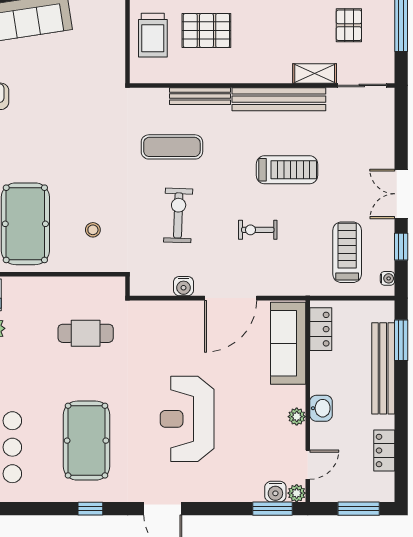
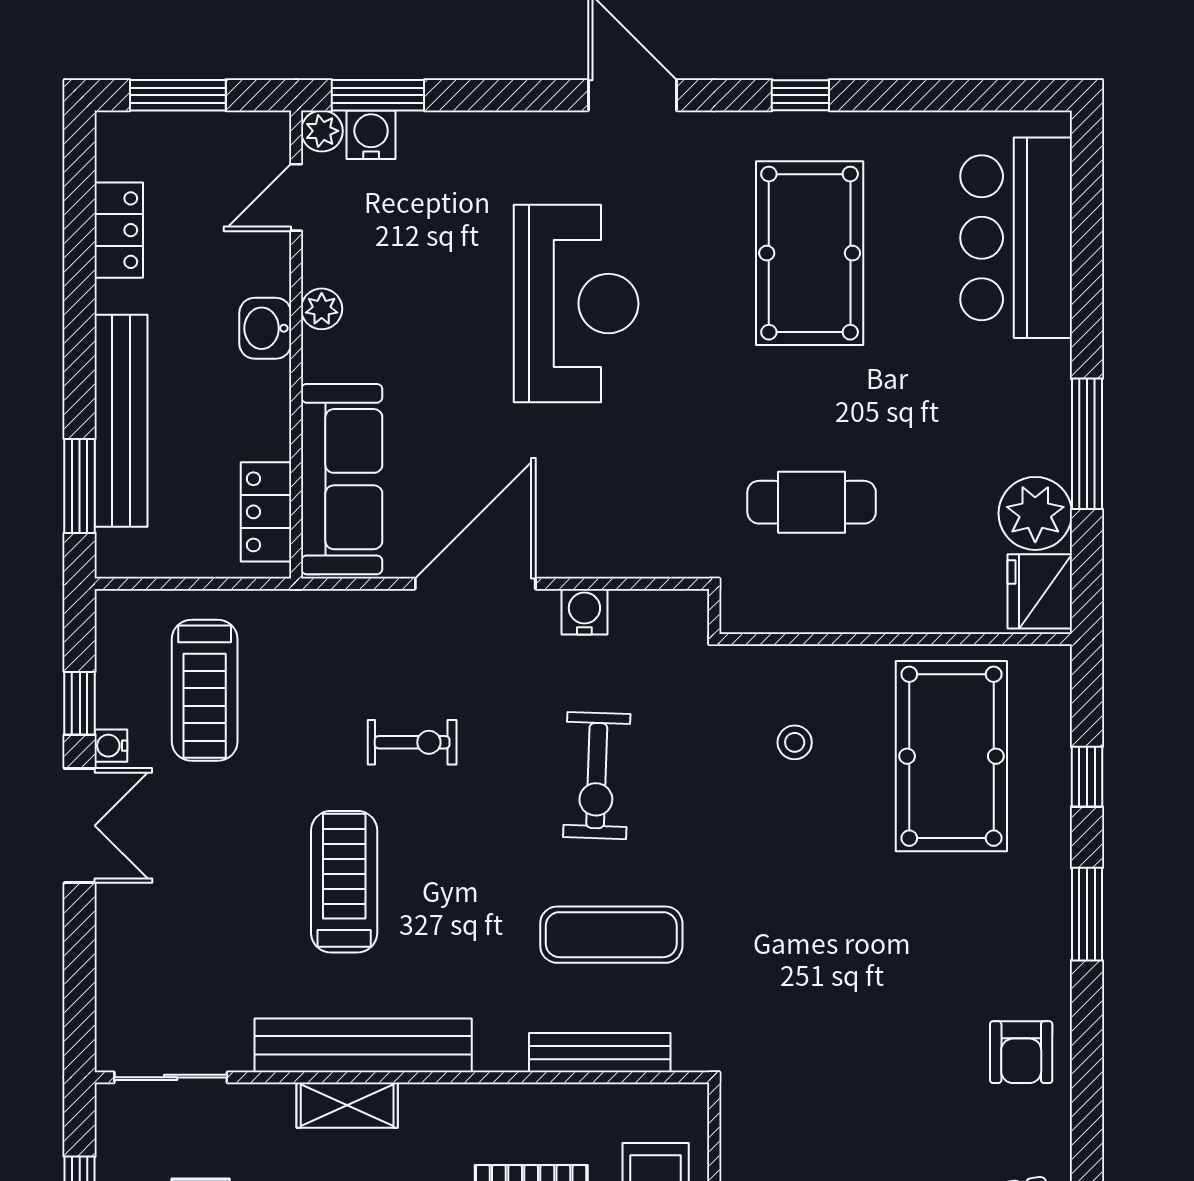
shelving: (315, 73) -> (347, 1105), moved
bench: (200, 96) -> (600, 1053), moved
treadmill: (287, 170) -> (344, 882), turned 90
water cooler: (388, 278) -> (111, 746), moved

